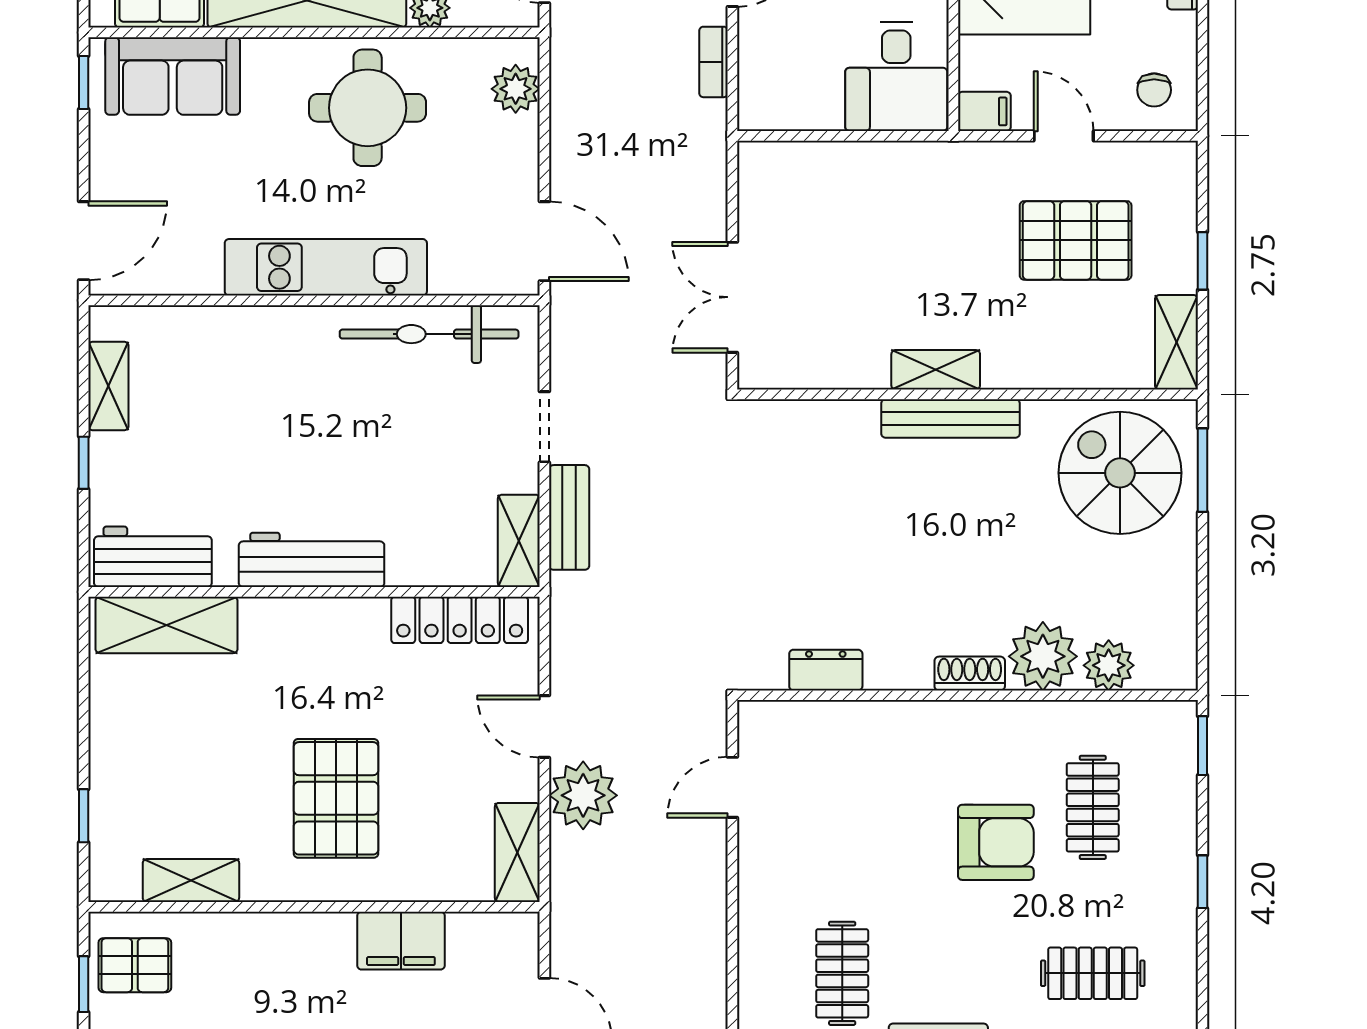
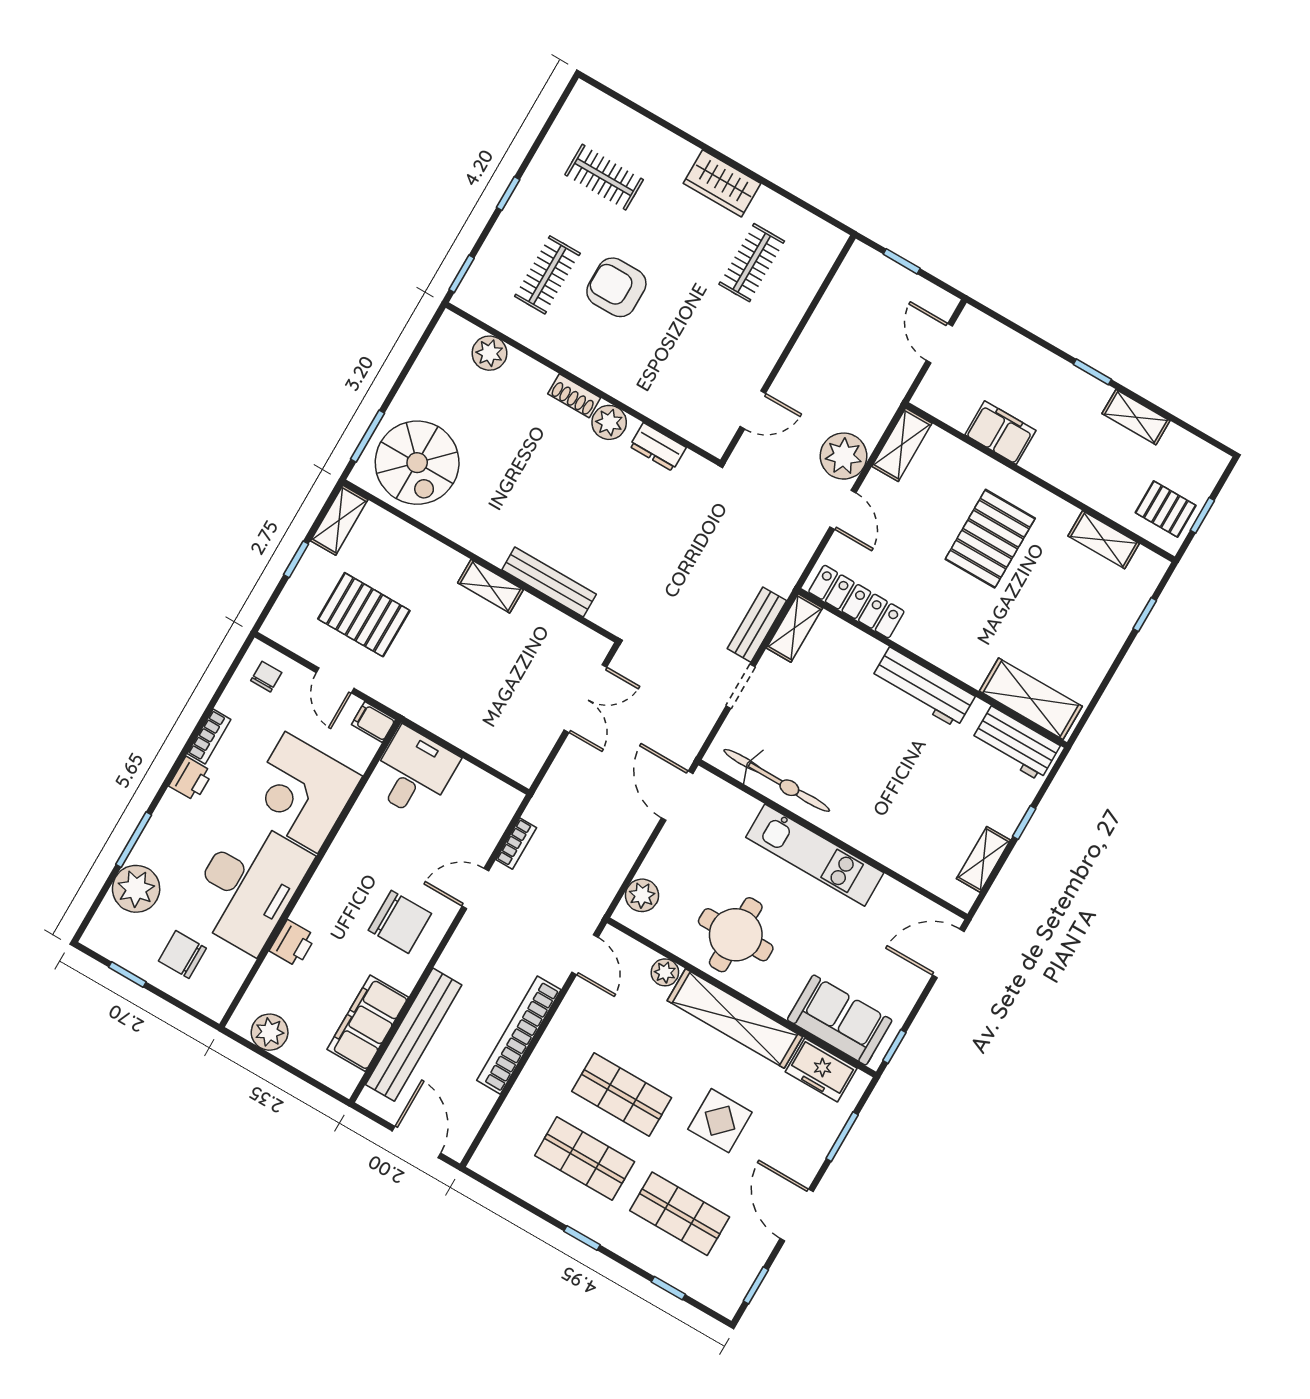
bench: (950, 418) -> (549, 582), moved
plant: (1043, 656) -> (609, 422), moved, width x0.73, depth x0.73

